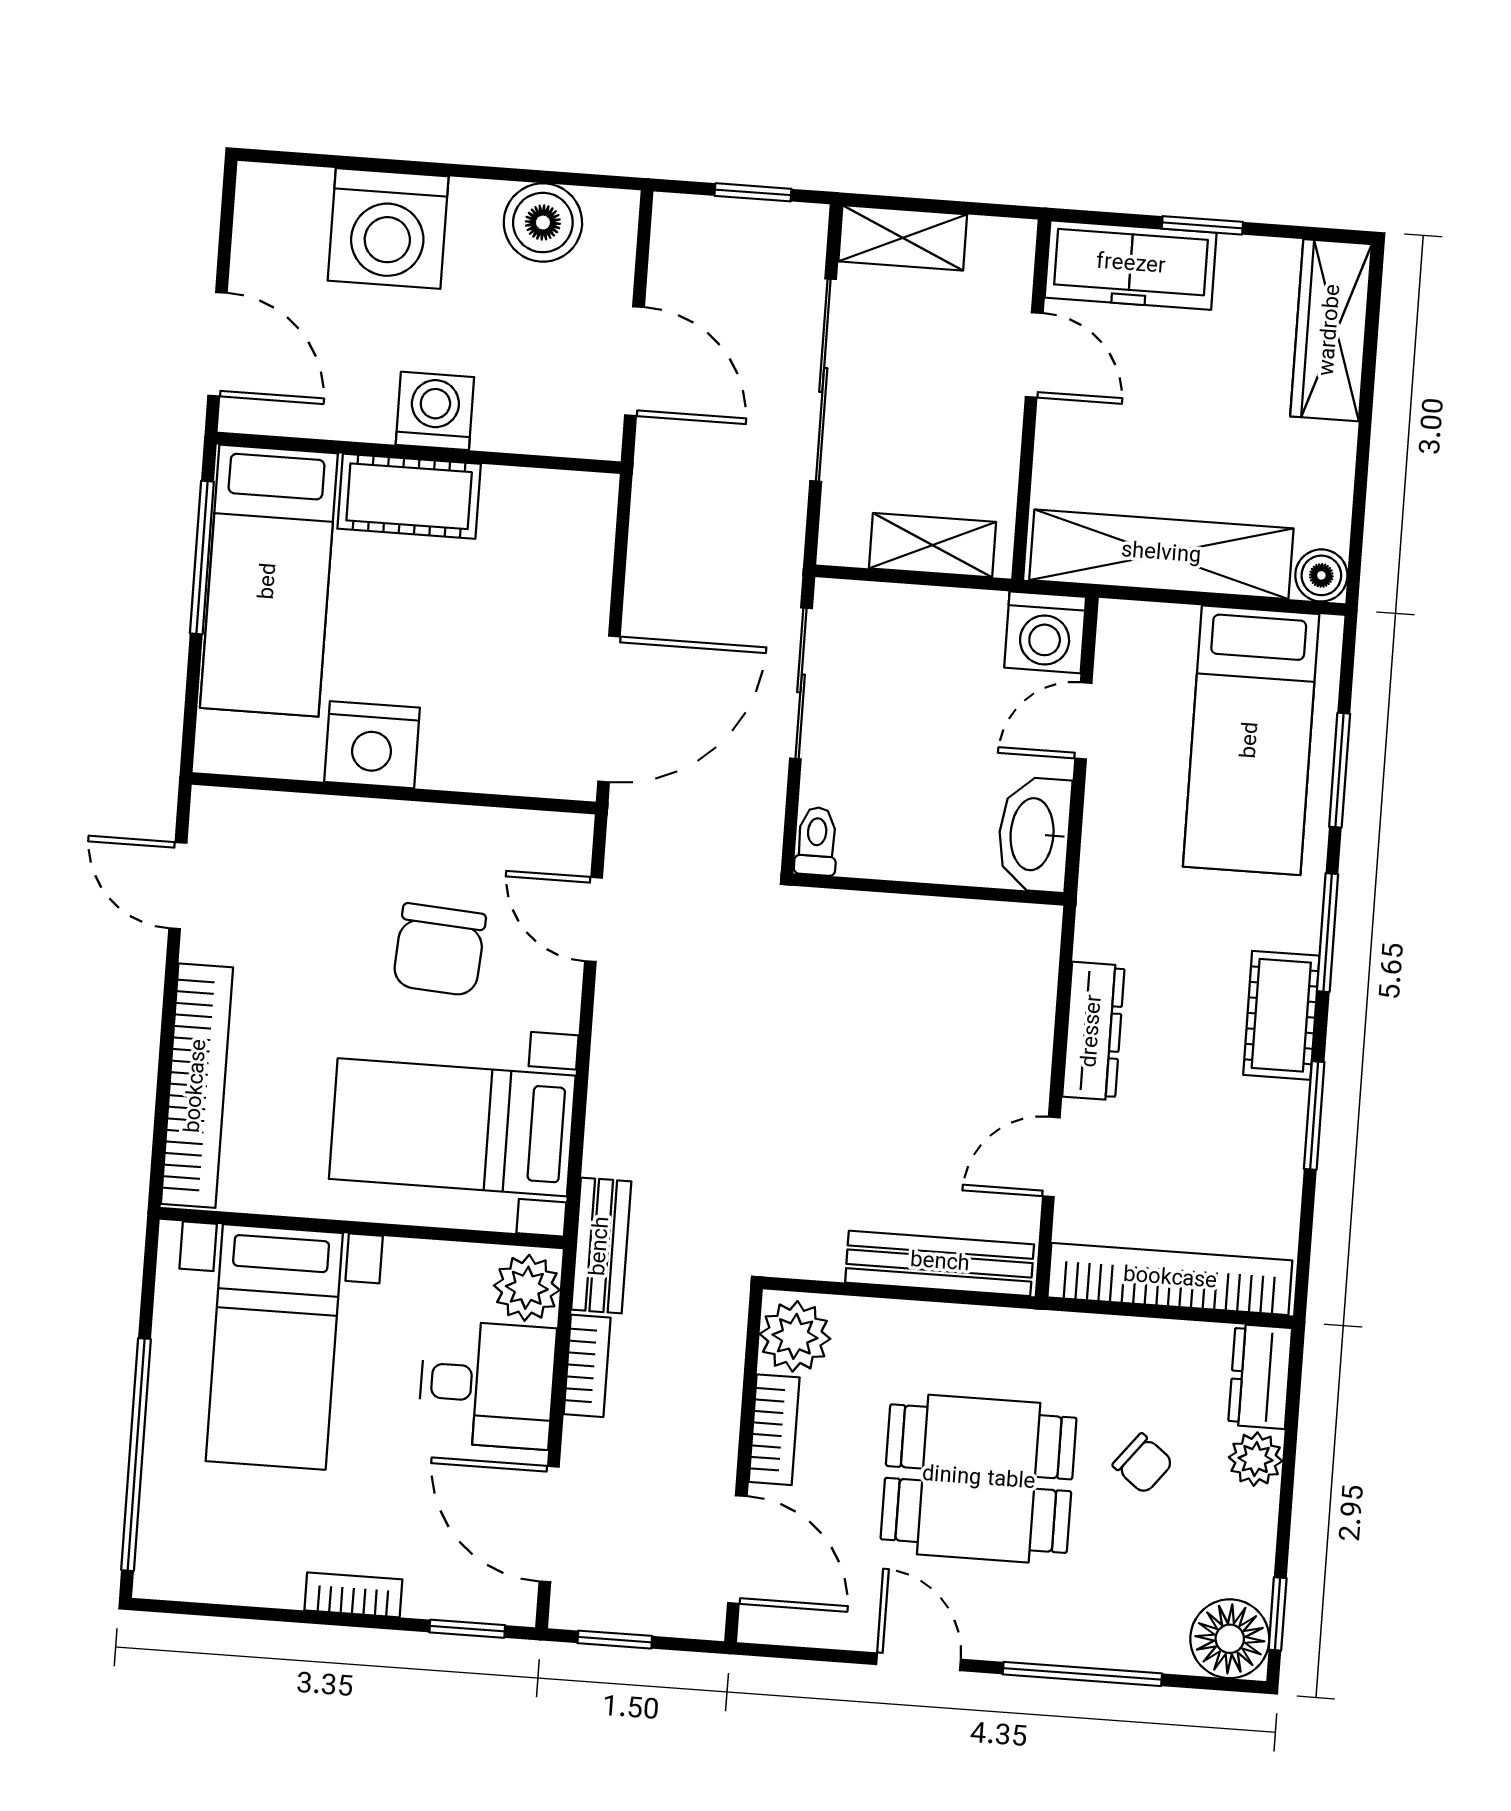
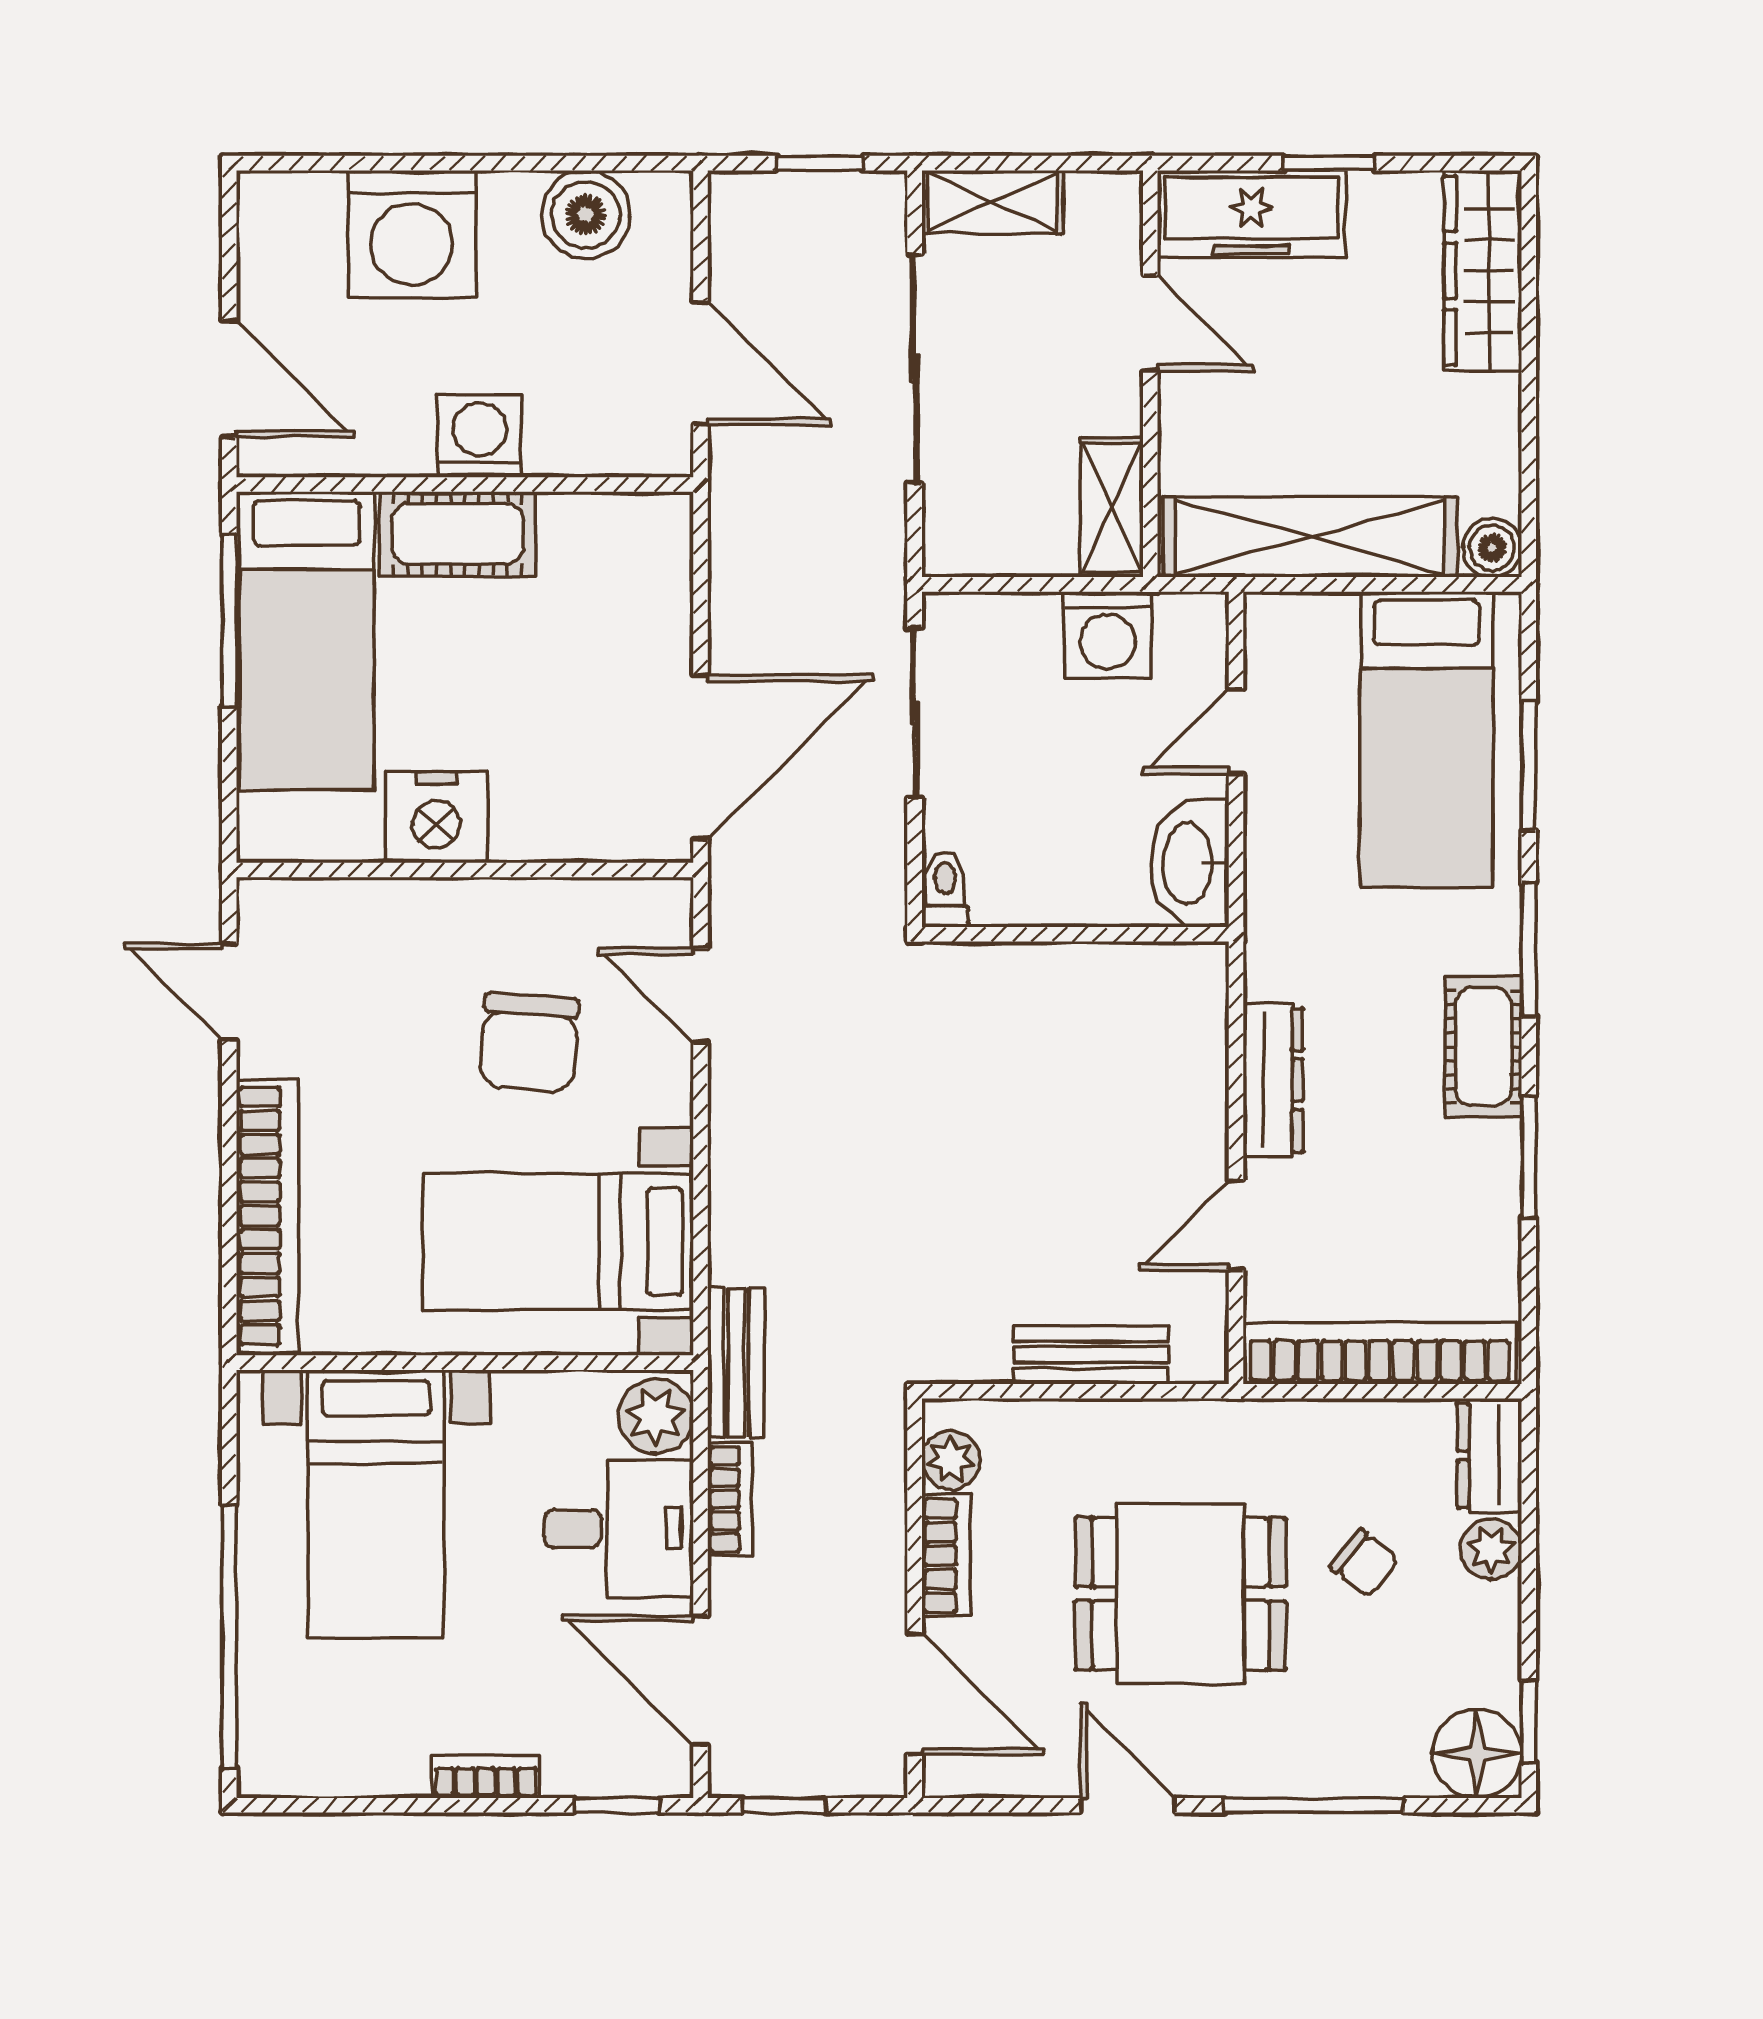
shelving: (933, 545) -> (1112, 507), moved, turned 90
washing machine: (1045, 632) -> (1108, 635), moved
bench: (940, 1263) -> (1091, 1355), width x0.73
plant: (795, 1336) -> (951, 1460), width x0.73, depth x0.73

